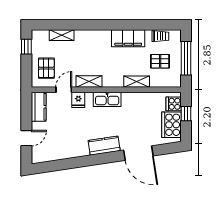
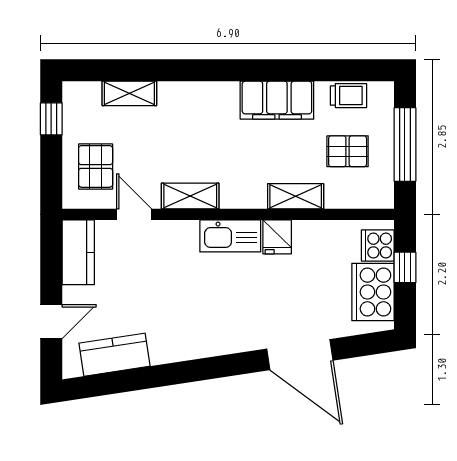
door: (64, 90) -> (134, 214), hinge flipped
fridge: (78, 100) -> (277, 237), moved
kitchen counter: (104, 146) -> (114, 355), moved

